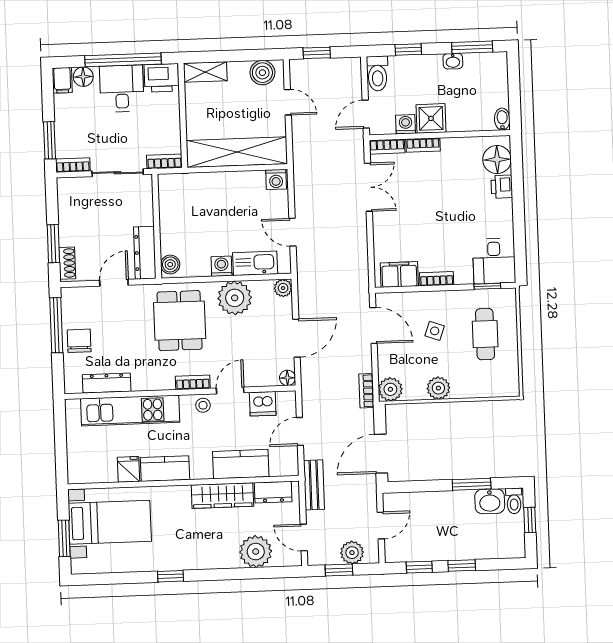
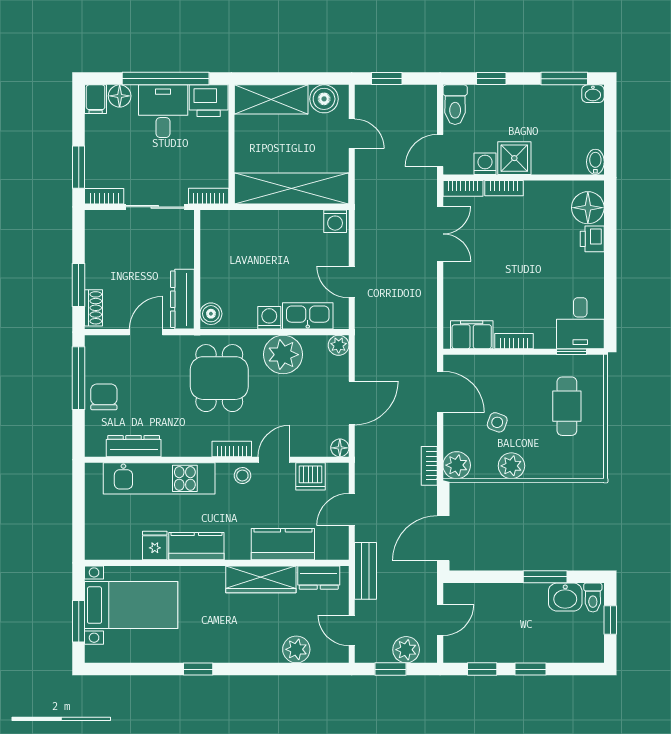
washbasin: (453, 61) -> (593, 94), moved
shelving: (205, 72) -> (271, 99), width x1.50, depth x1.33
side table: (435, 331) -> (497, 422), moved
plant: (256, 552) -> (296, 649), width x0.73, depth x0.73

